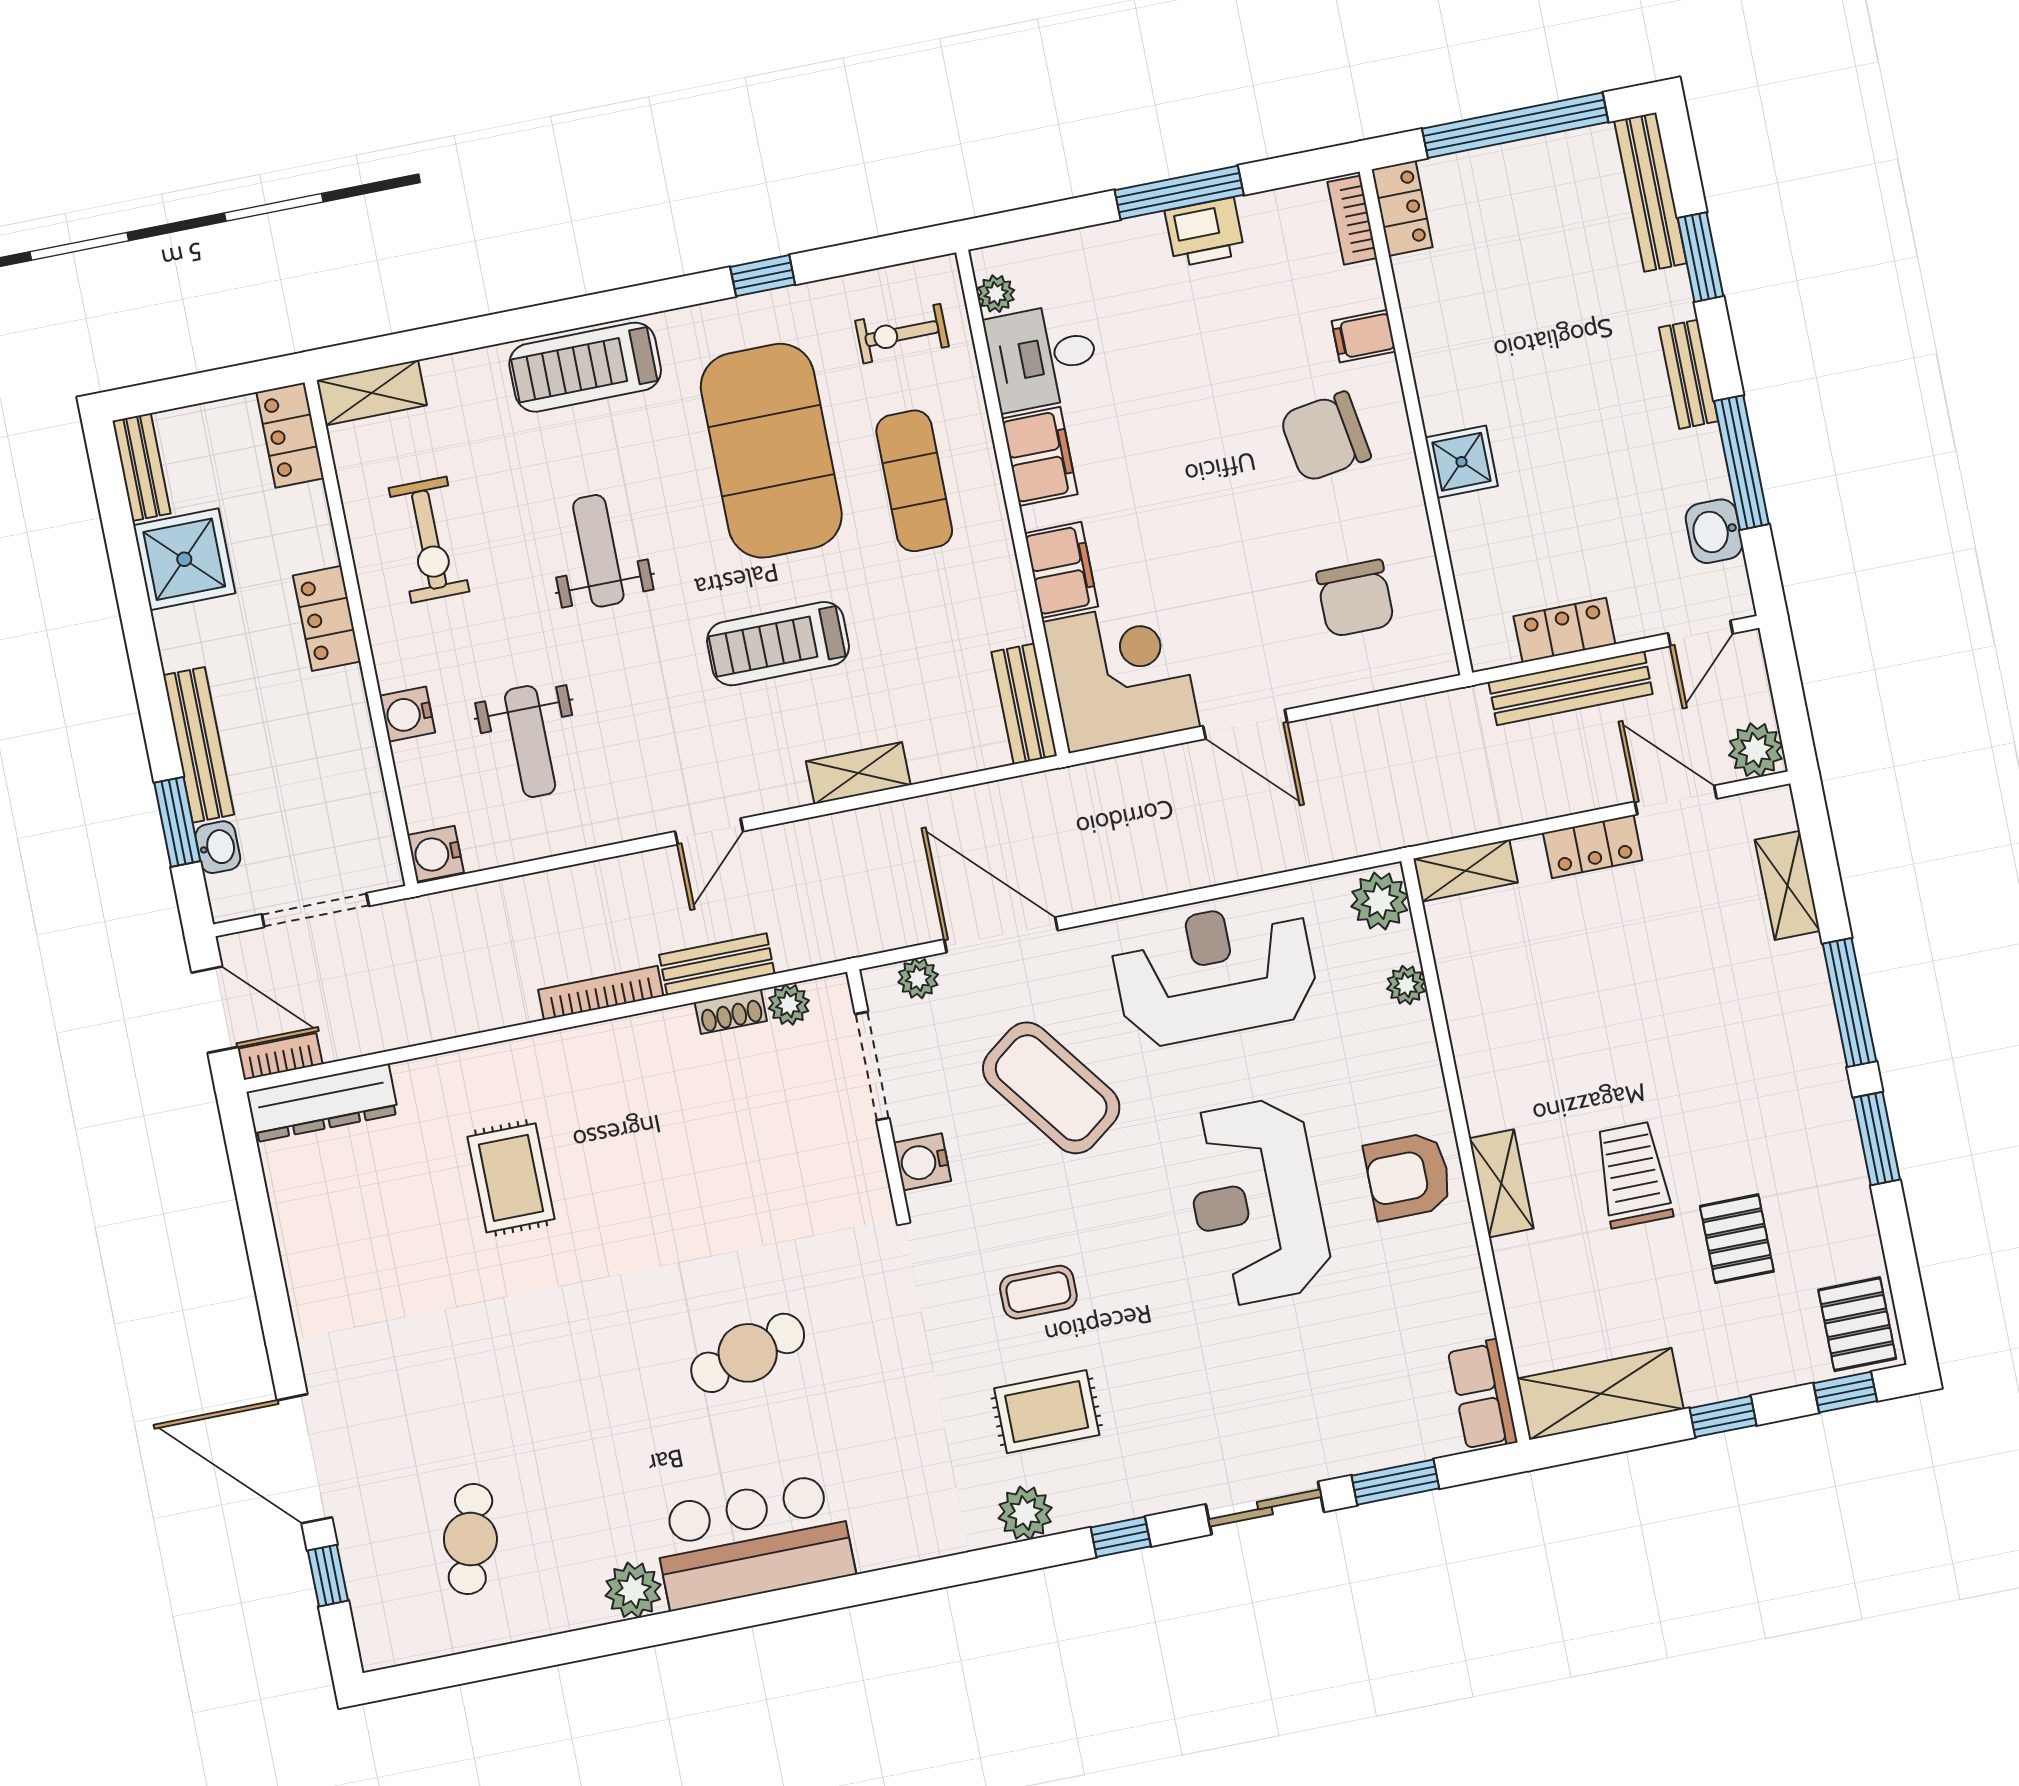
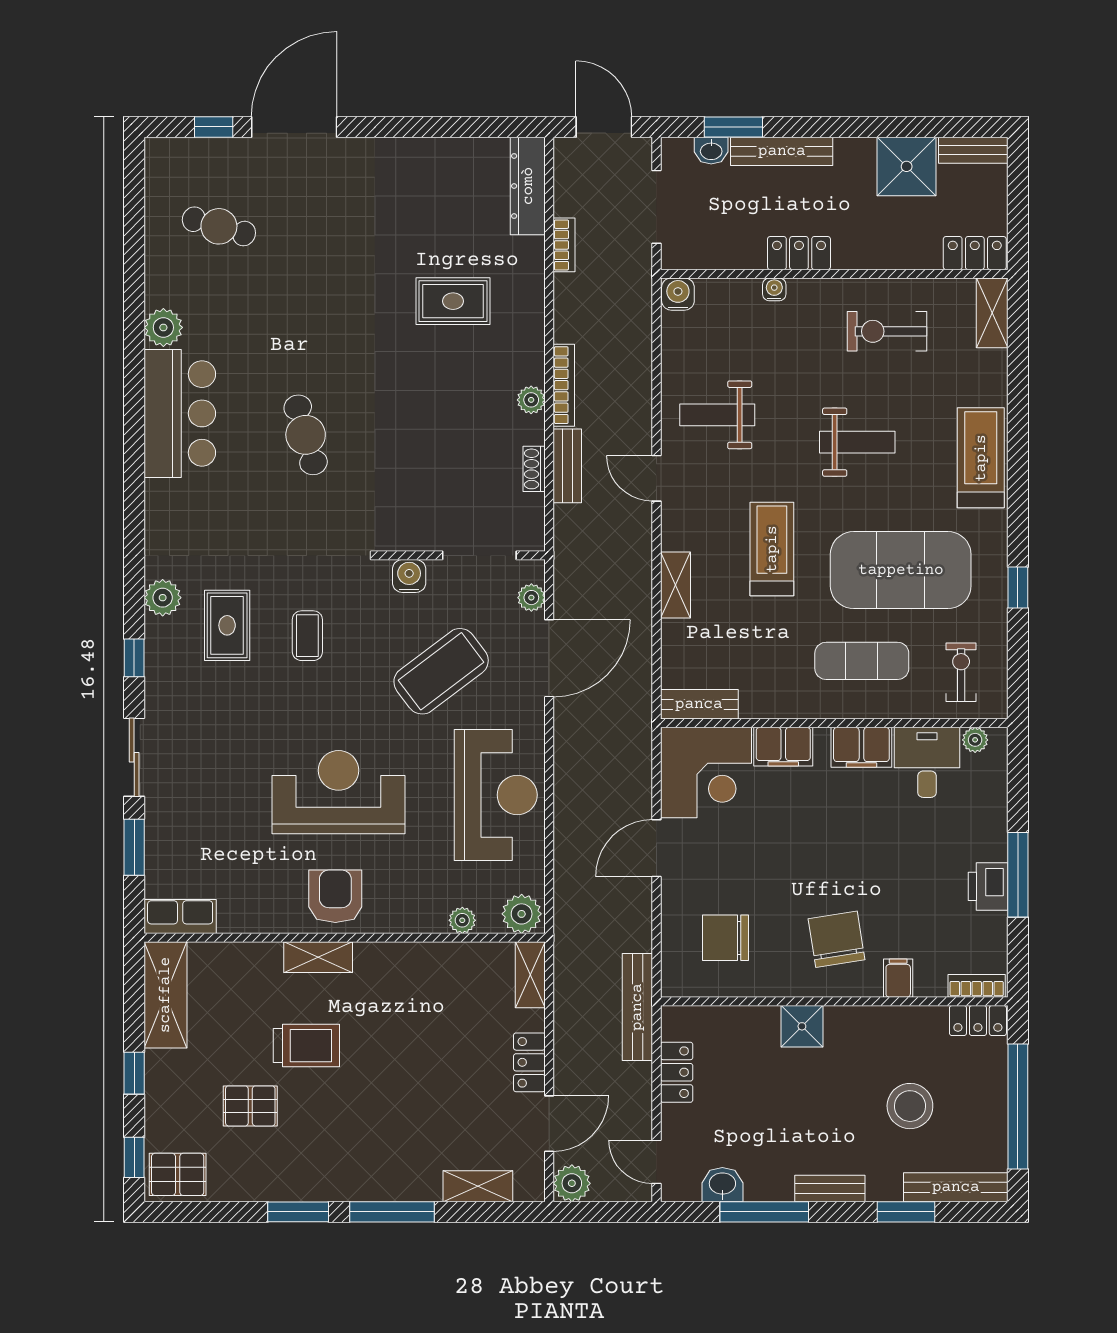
stool: (1546, 282) -> (910, 1106), added
locker: (327, 618) -> (799, 253), moved
bench: (1571, 688) -> (637, 1007), moved
water cooler: (407, 714) -> (774, 289), width x0.72, depth x0.72
weight bench: (530, 742) -> (717, 415), moved
plant: (789, 1004) -> (531, 400), moved
door: (215, 1010) -> (604, 127), swing flipped
bookcase: (280, 1057) -> (564, 245), moved

